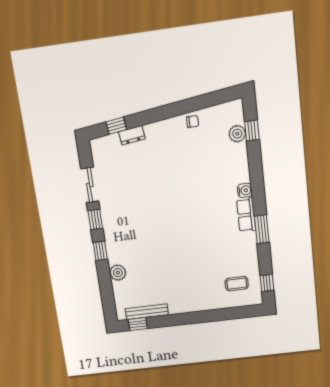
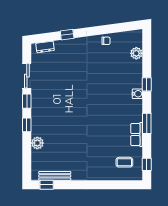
window: (116, 126) -> (67, 35), moved
window: (252, 130) -> (147, 84), moved
dresser: (132, 135) -> (45, 47), moved
row of seats: (246, 215) -> (137, 134), moved

